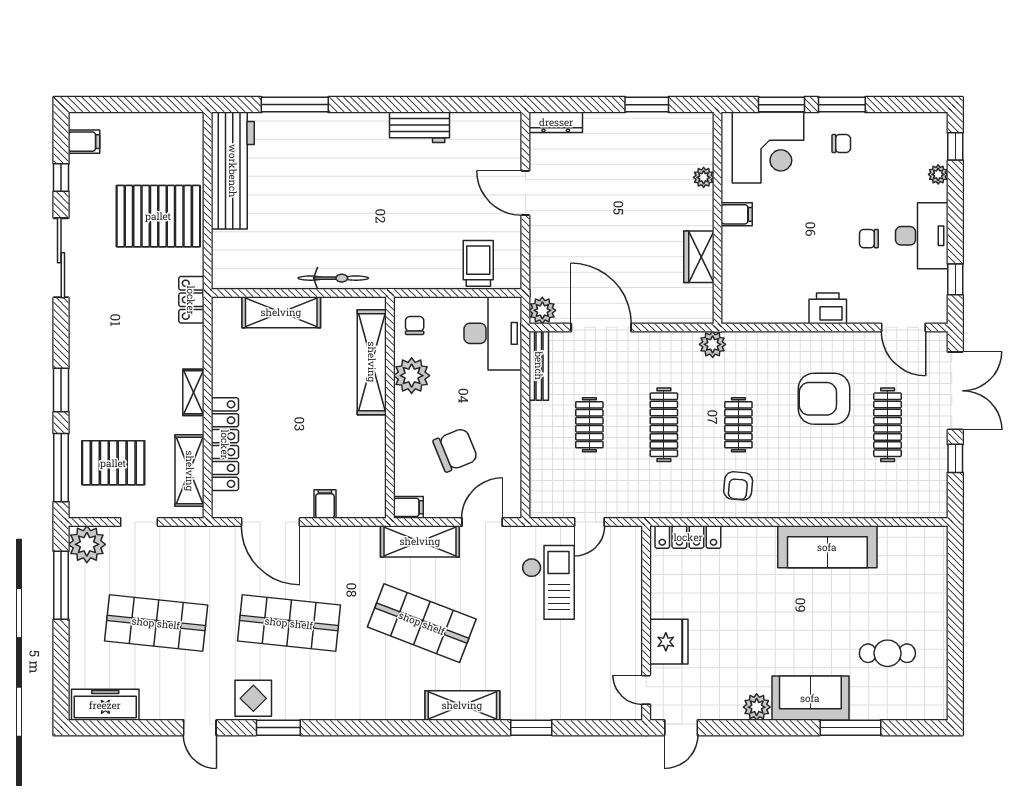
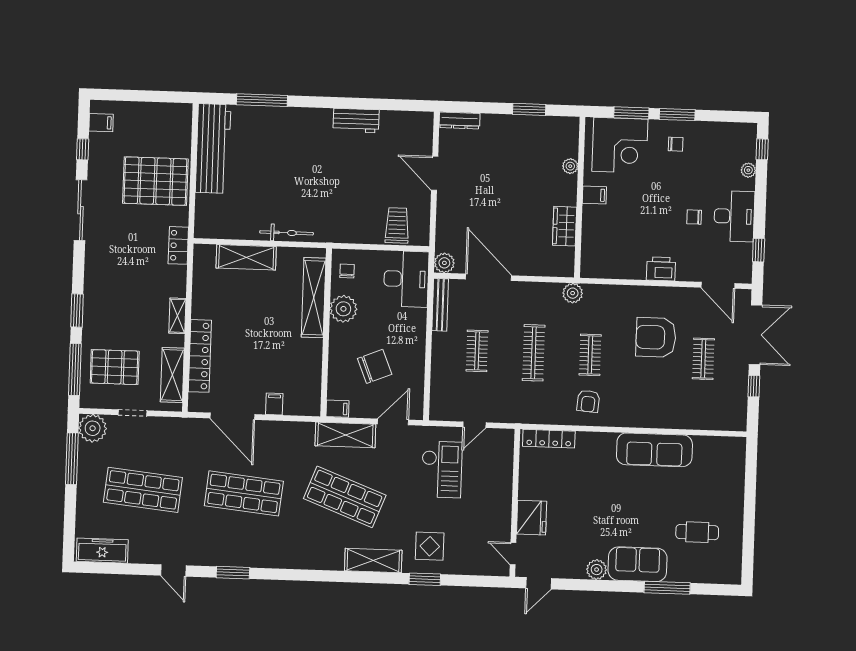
clothes rail: (888, 425) -> (703, 359), width x0.73
display table: (253, 698) -> (430, 546), moved

